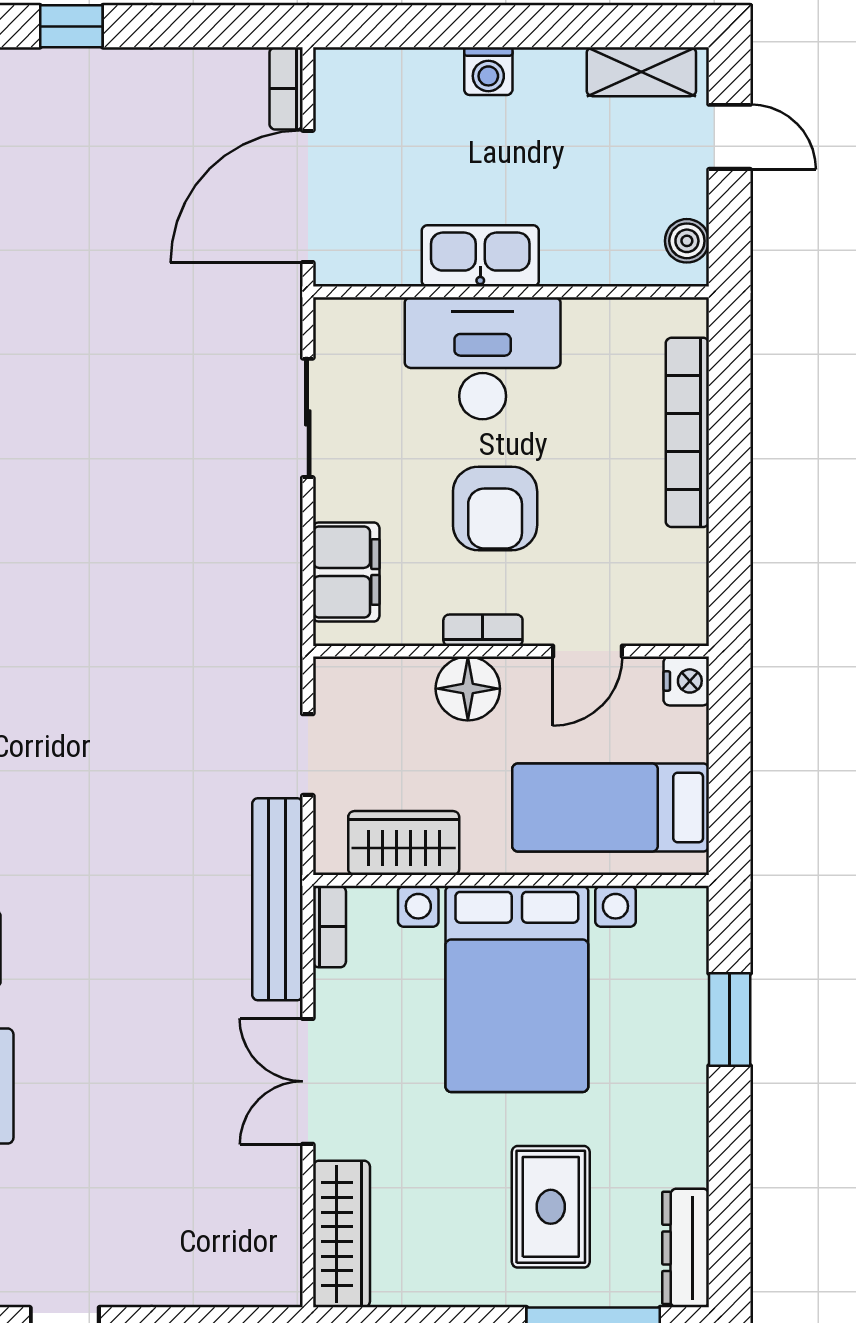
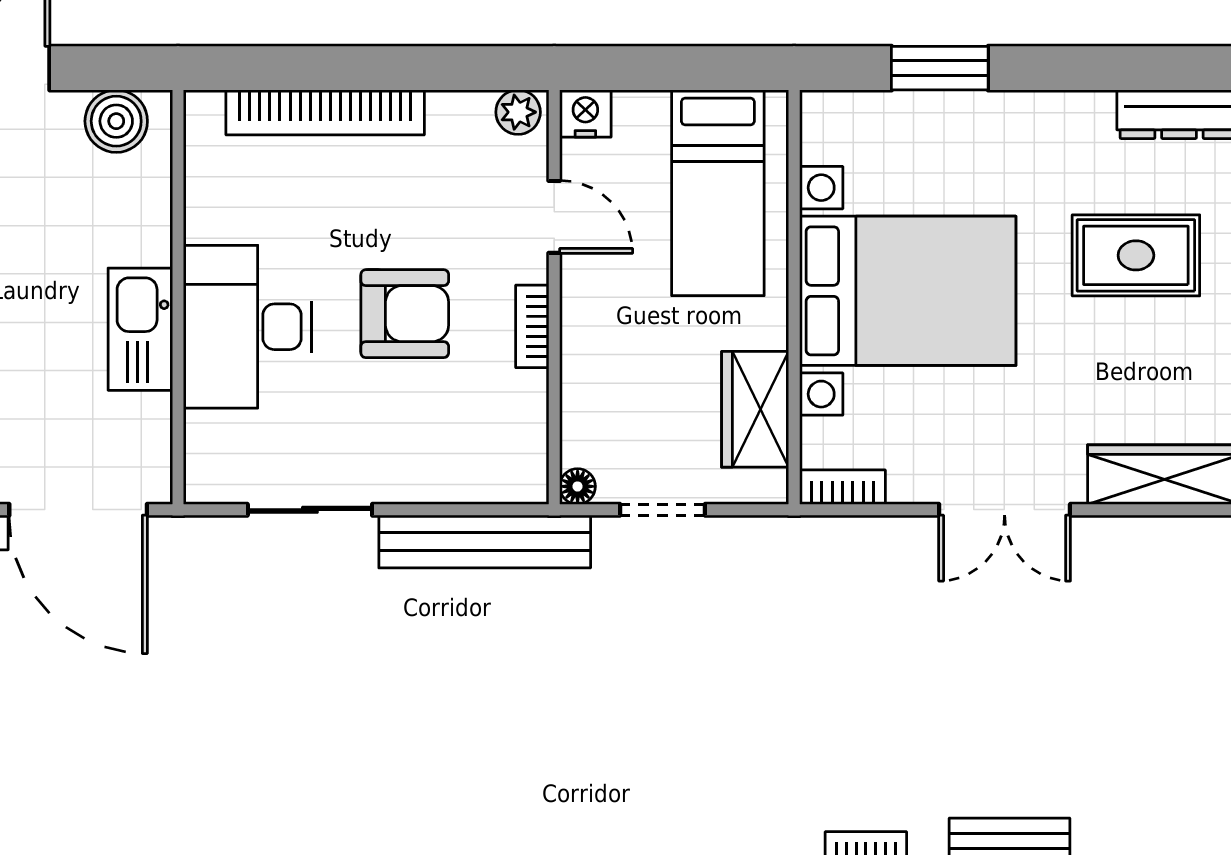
boiler: (687, 241) -> (116, 121), width x1.36, depth x1.36
filing cabinet: (346, 572) -> (471, 470), removed
plant: (688, 617) -> (518, 112), added
floor lamp: (468, 689) -> (578, 486), moved, width x0.53, depth x0.53
bench: (277, 899) -> (485, 542), moved

